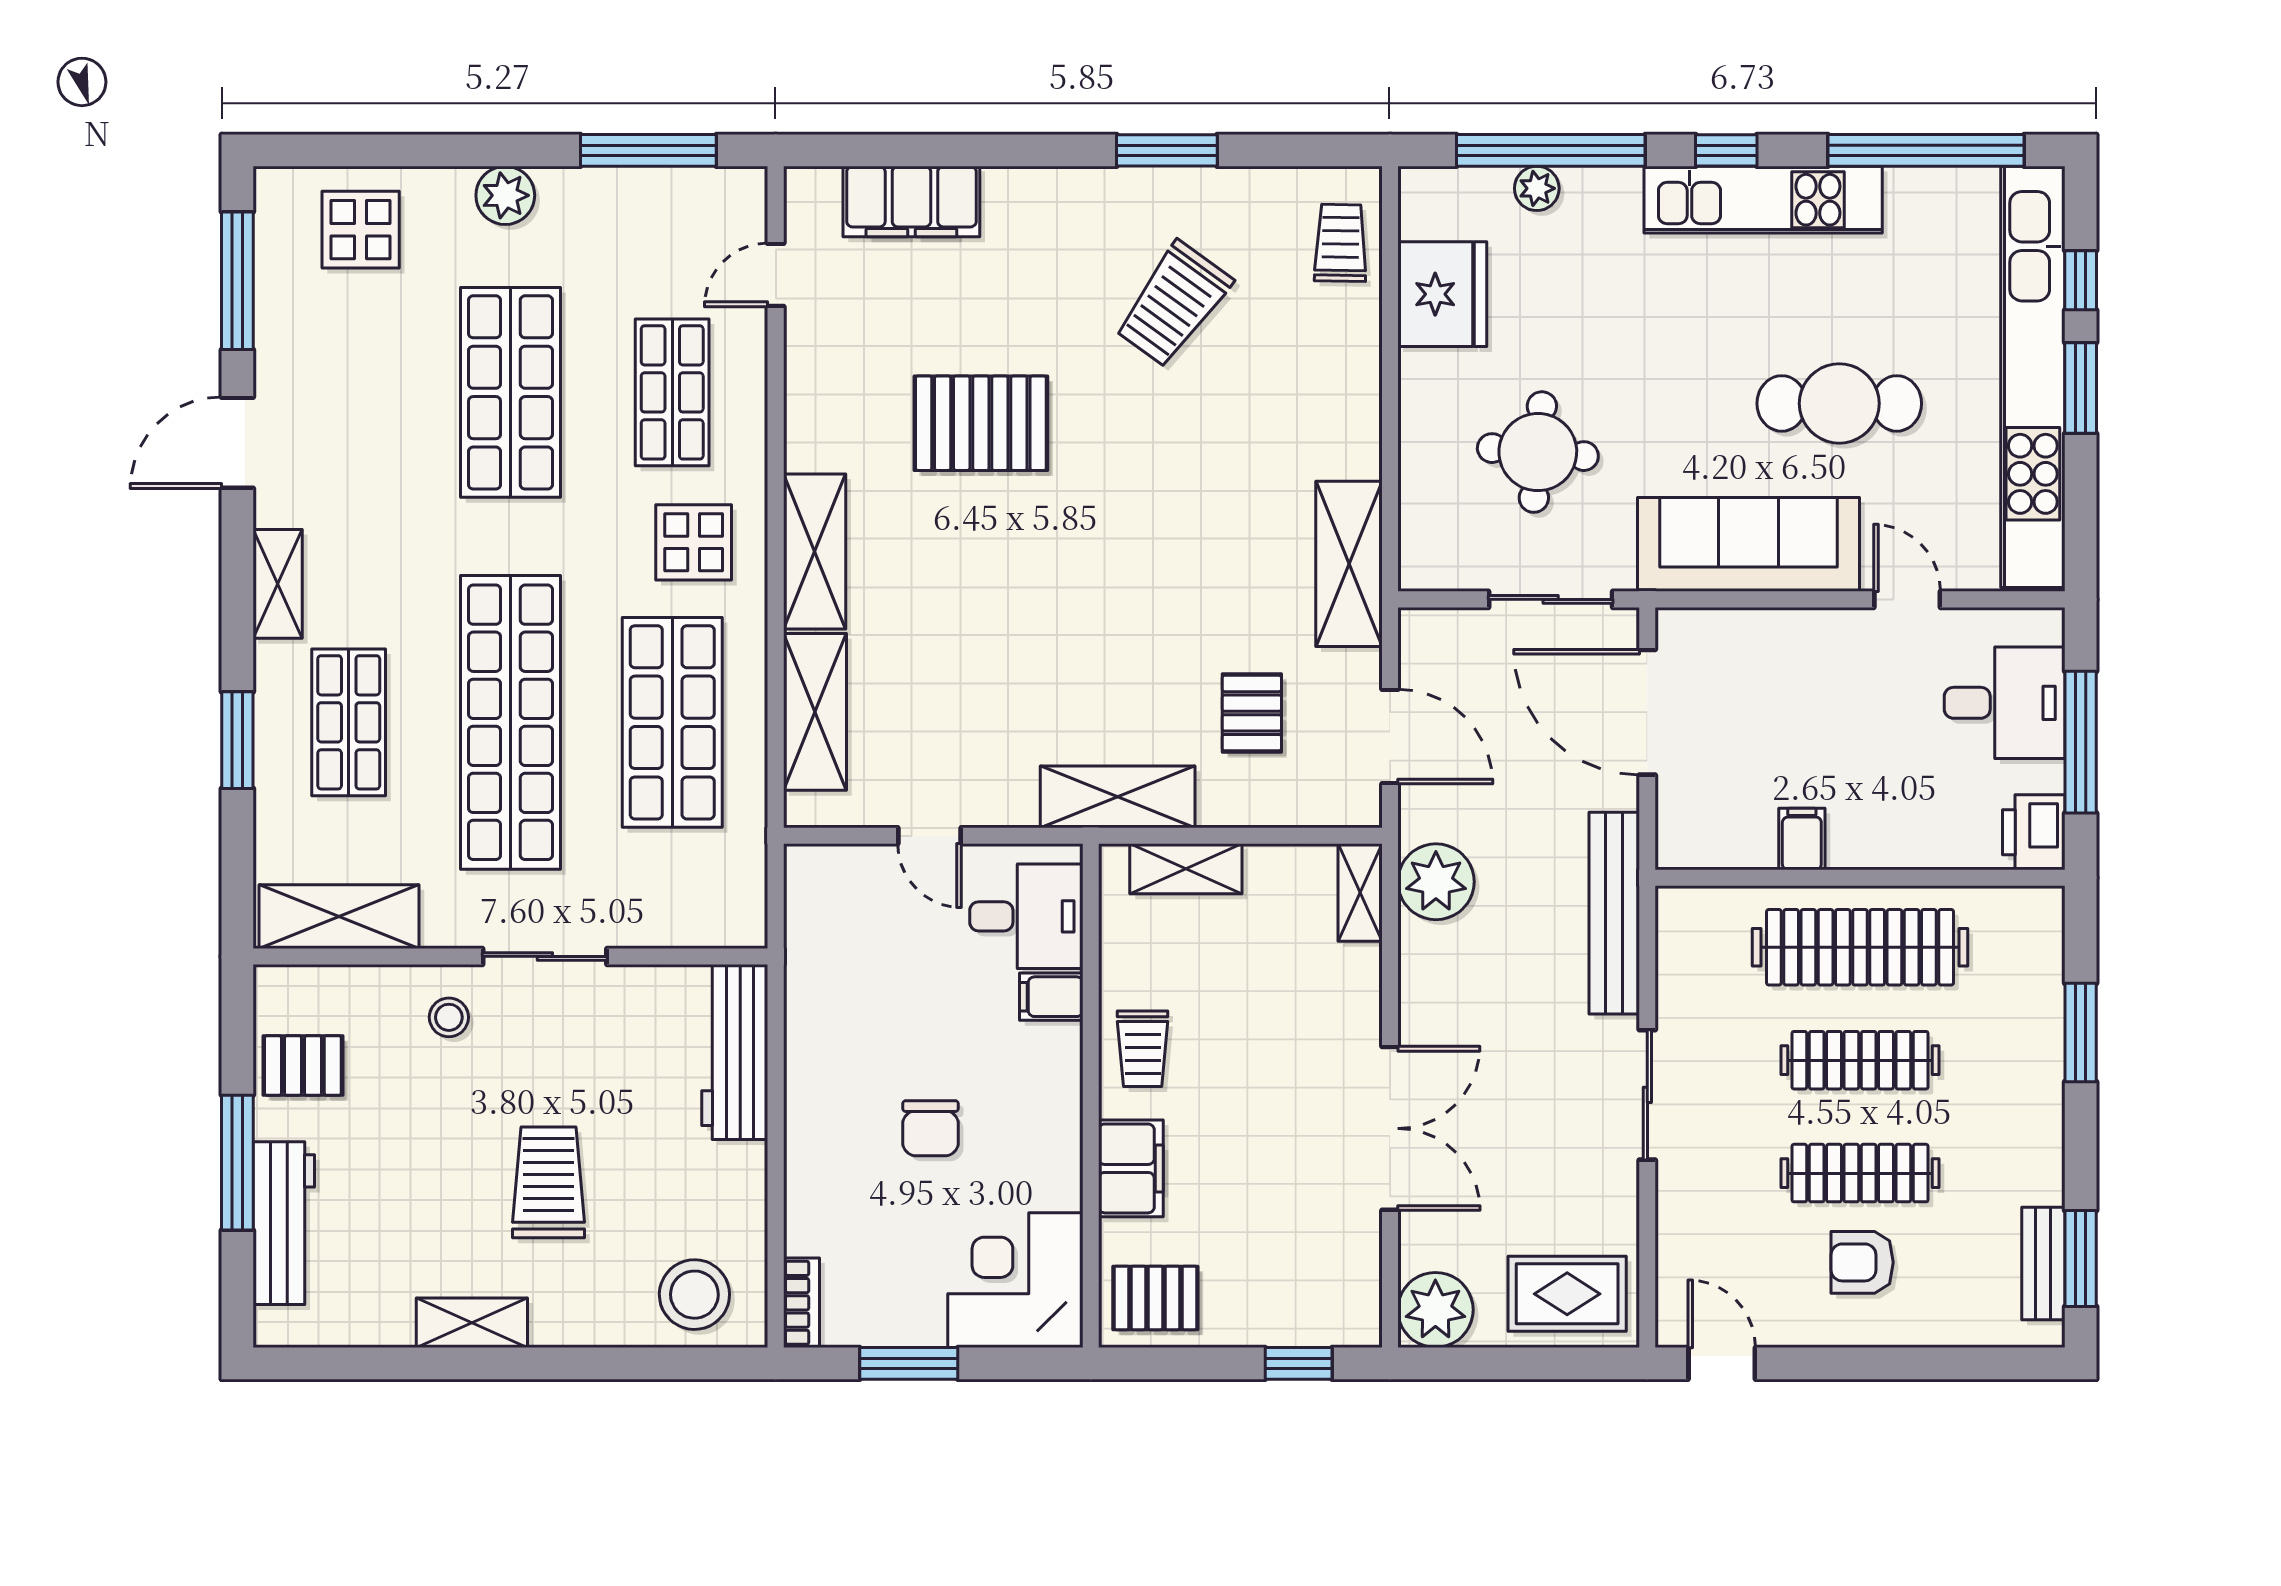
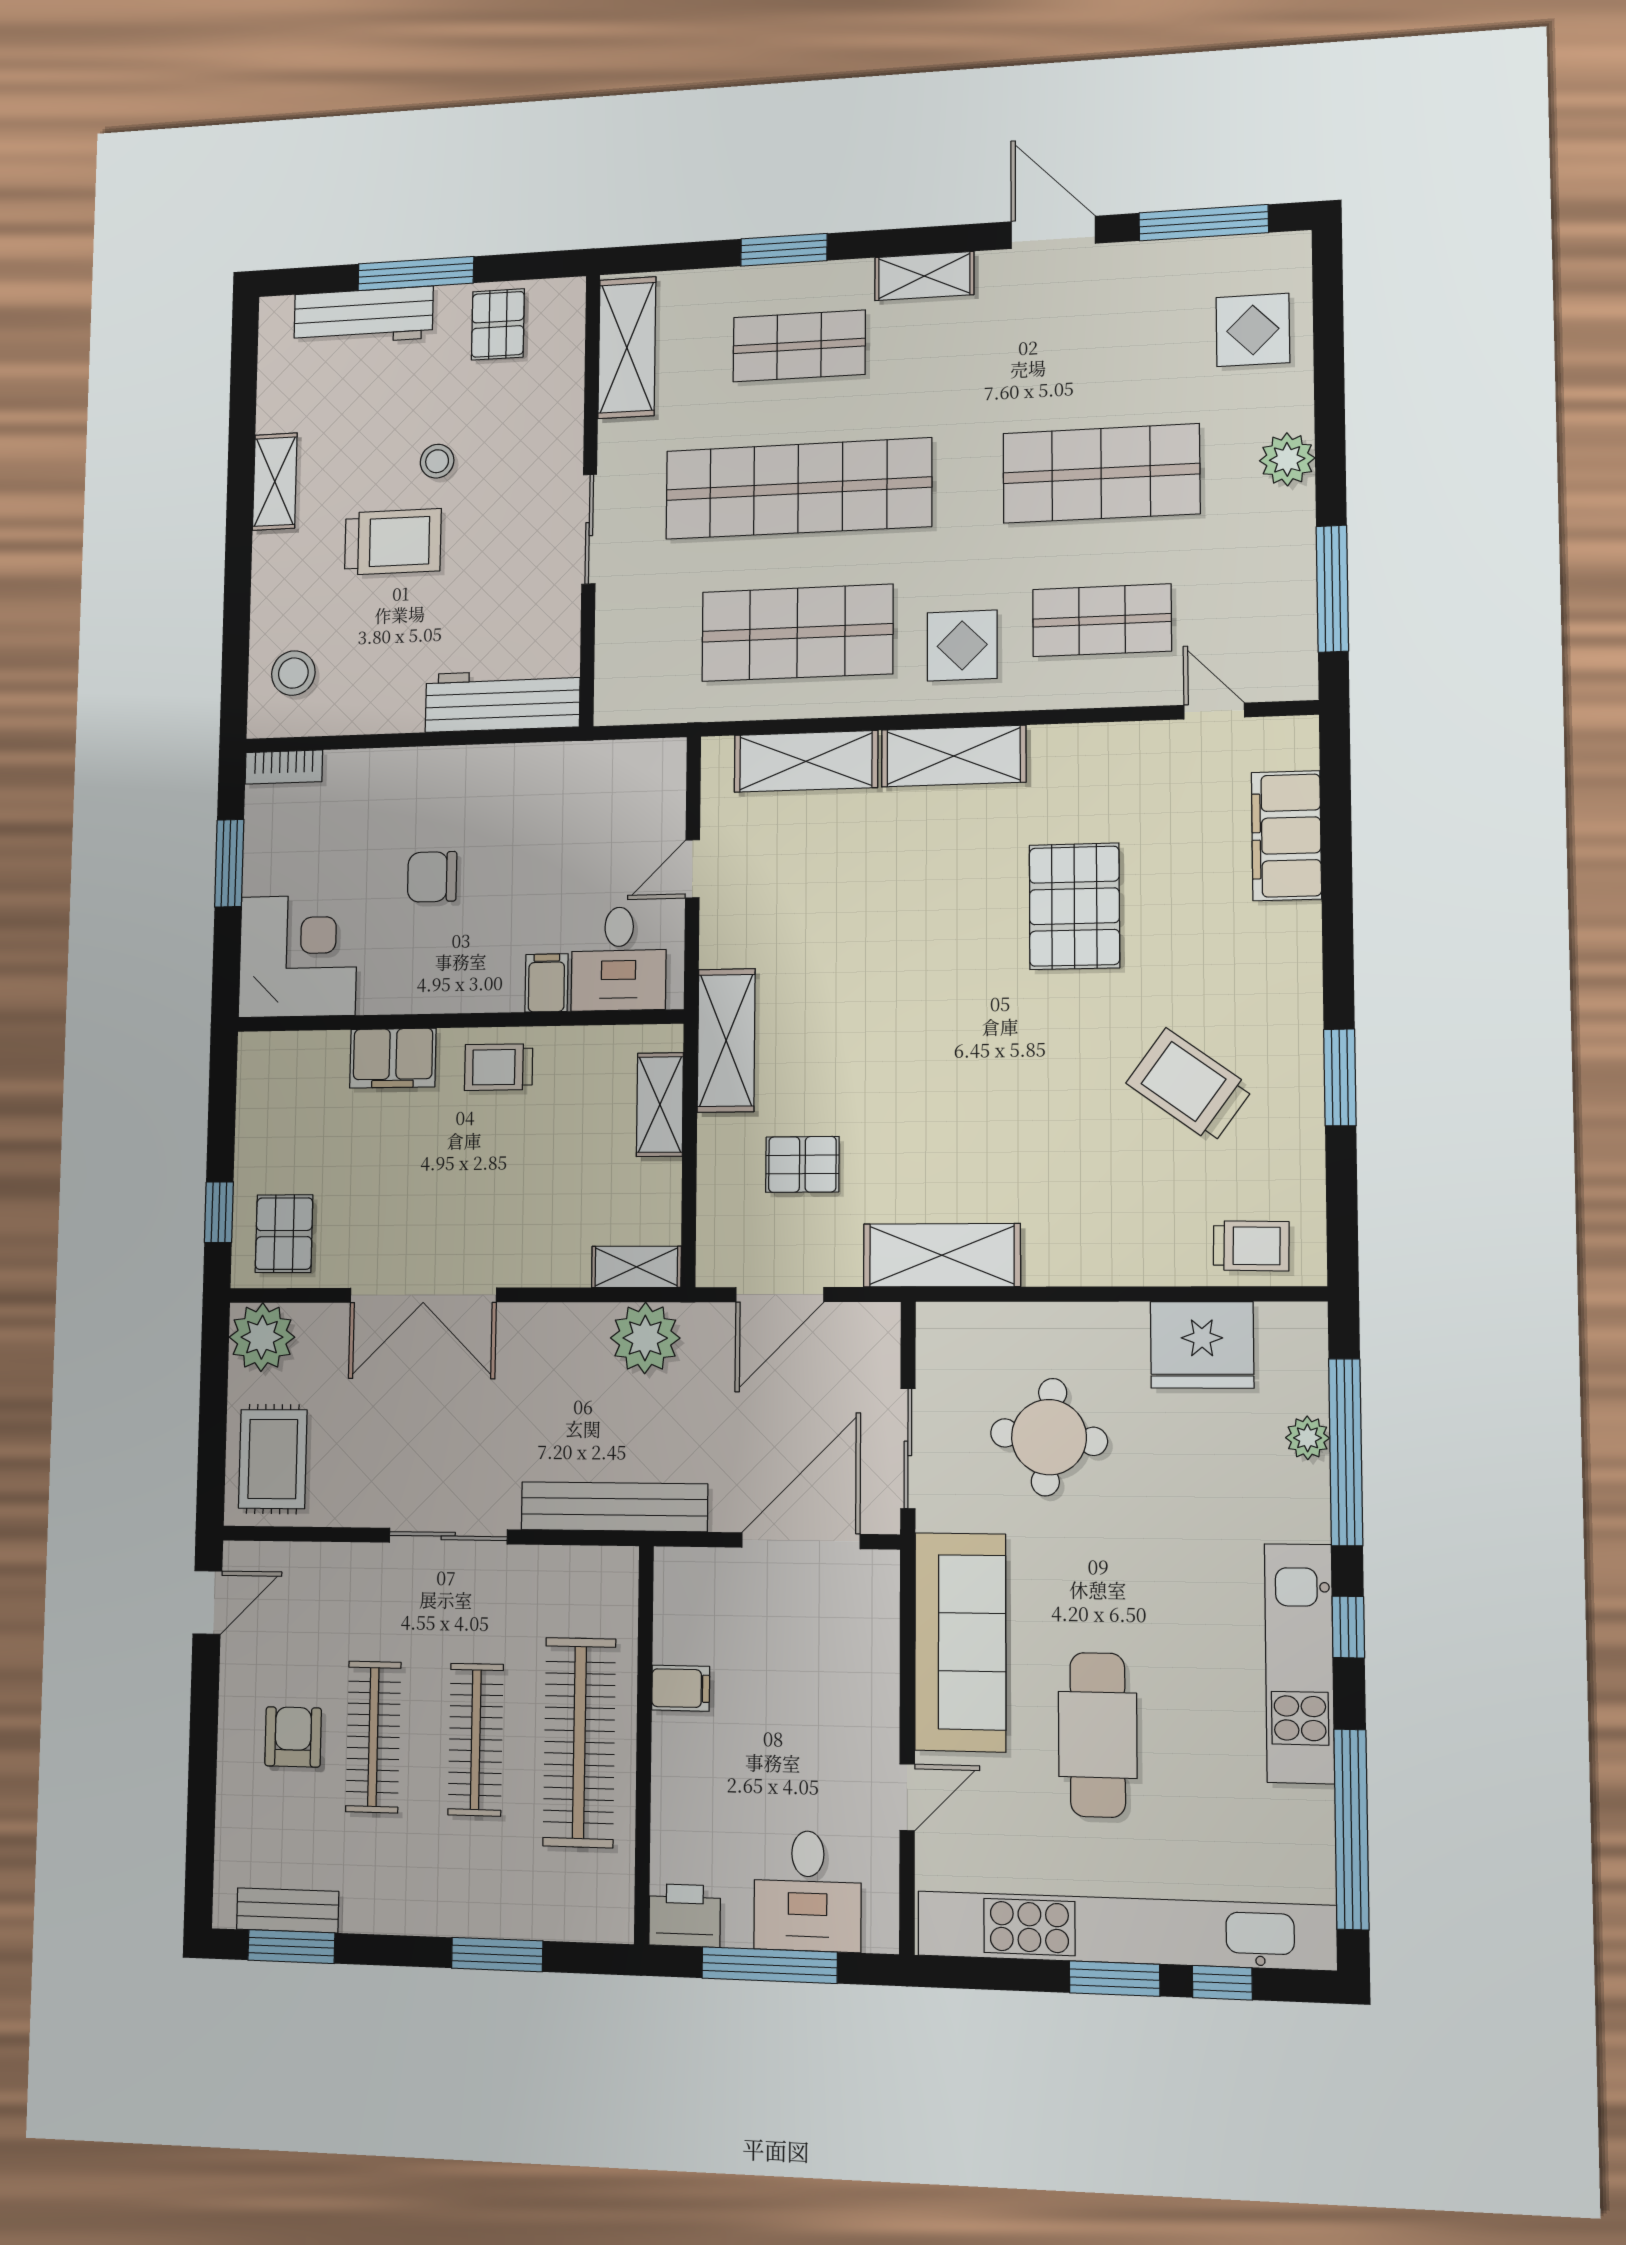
stool: (449, 1017) -> (437, 461), moved
stool: (694, 1295) -> (293, 673), width x0.73, depth x0.73
pallet: (1155, 1298) -> (284, 1234), moved

